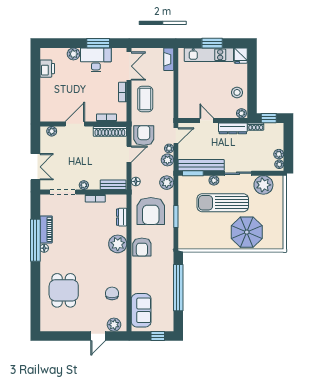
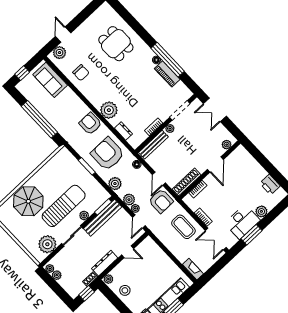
bench: (113, 185) -> (153, 145), width x1.36

